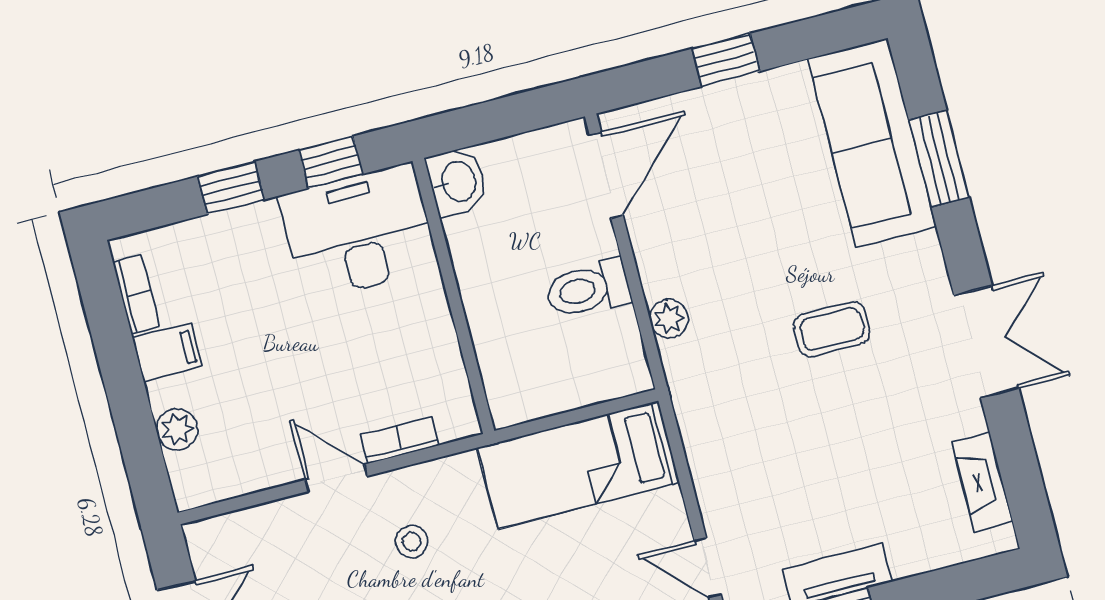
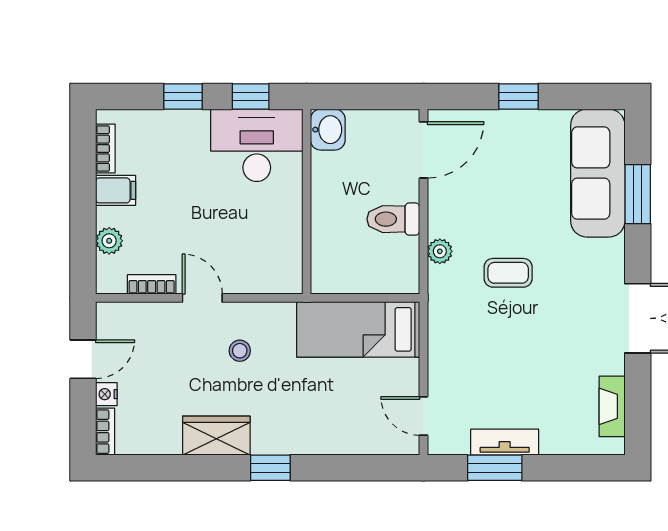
coffee table: (832, 329) -> (508, 273), moved
bookcase: (400, 440) -> (152, 284), moved

